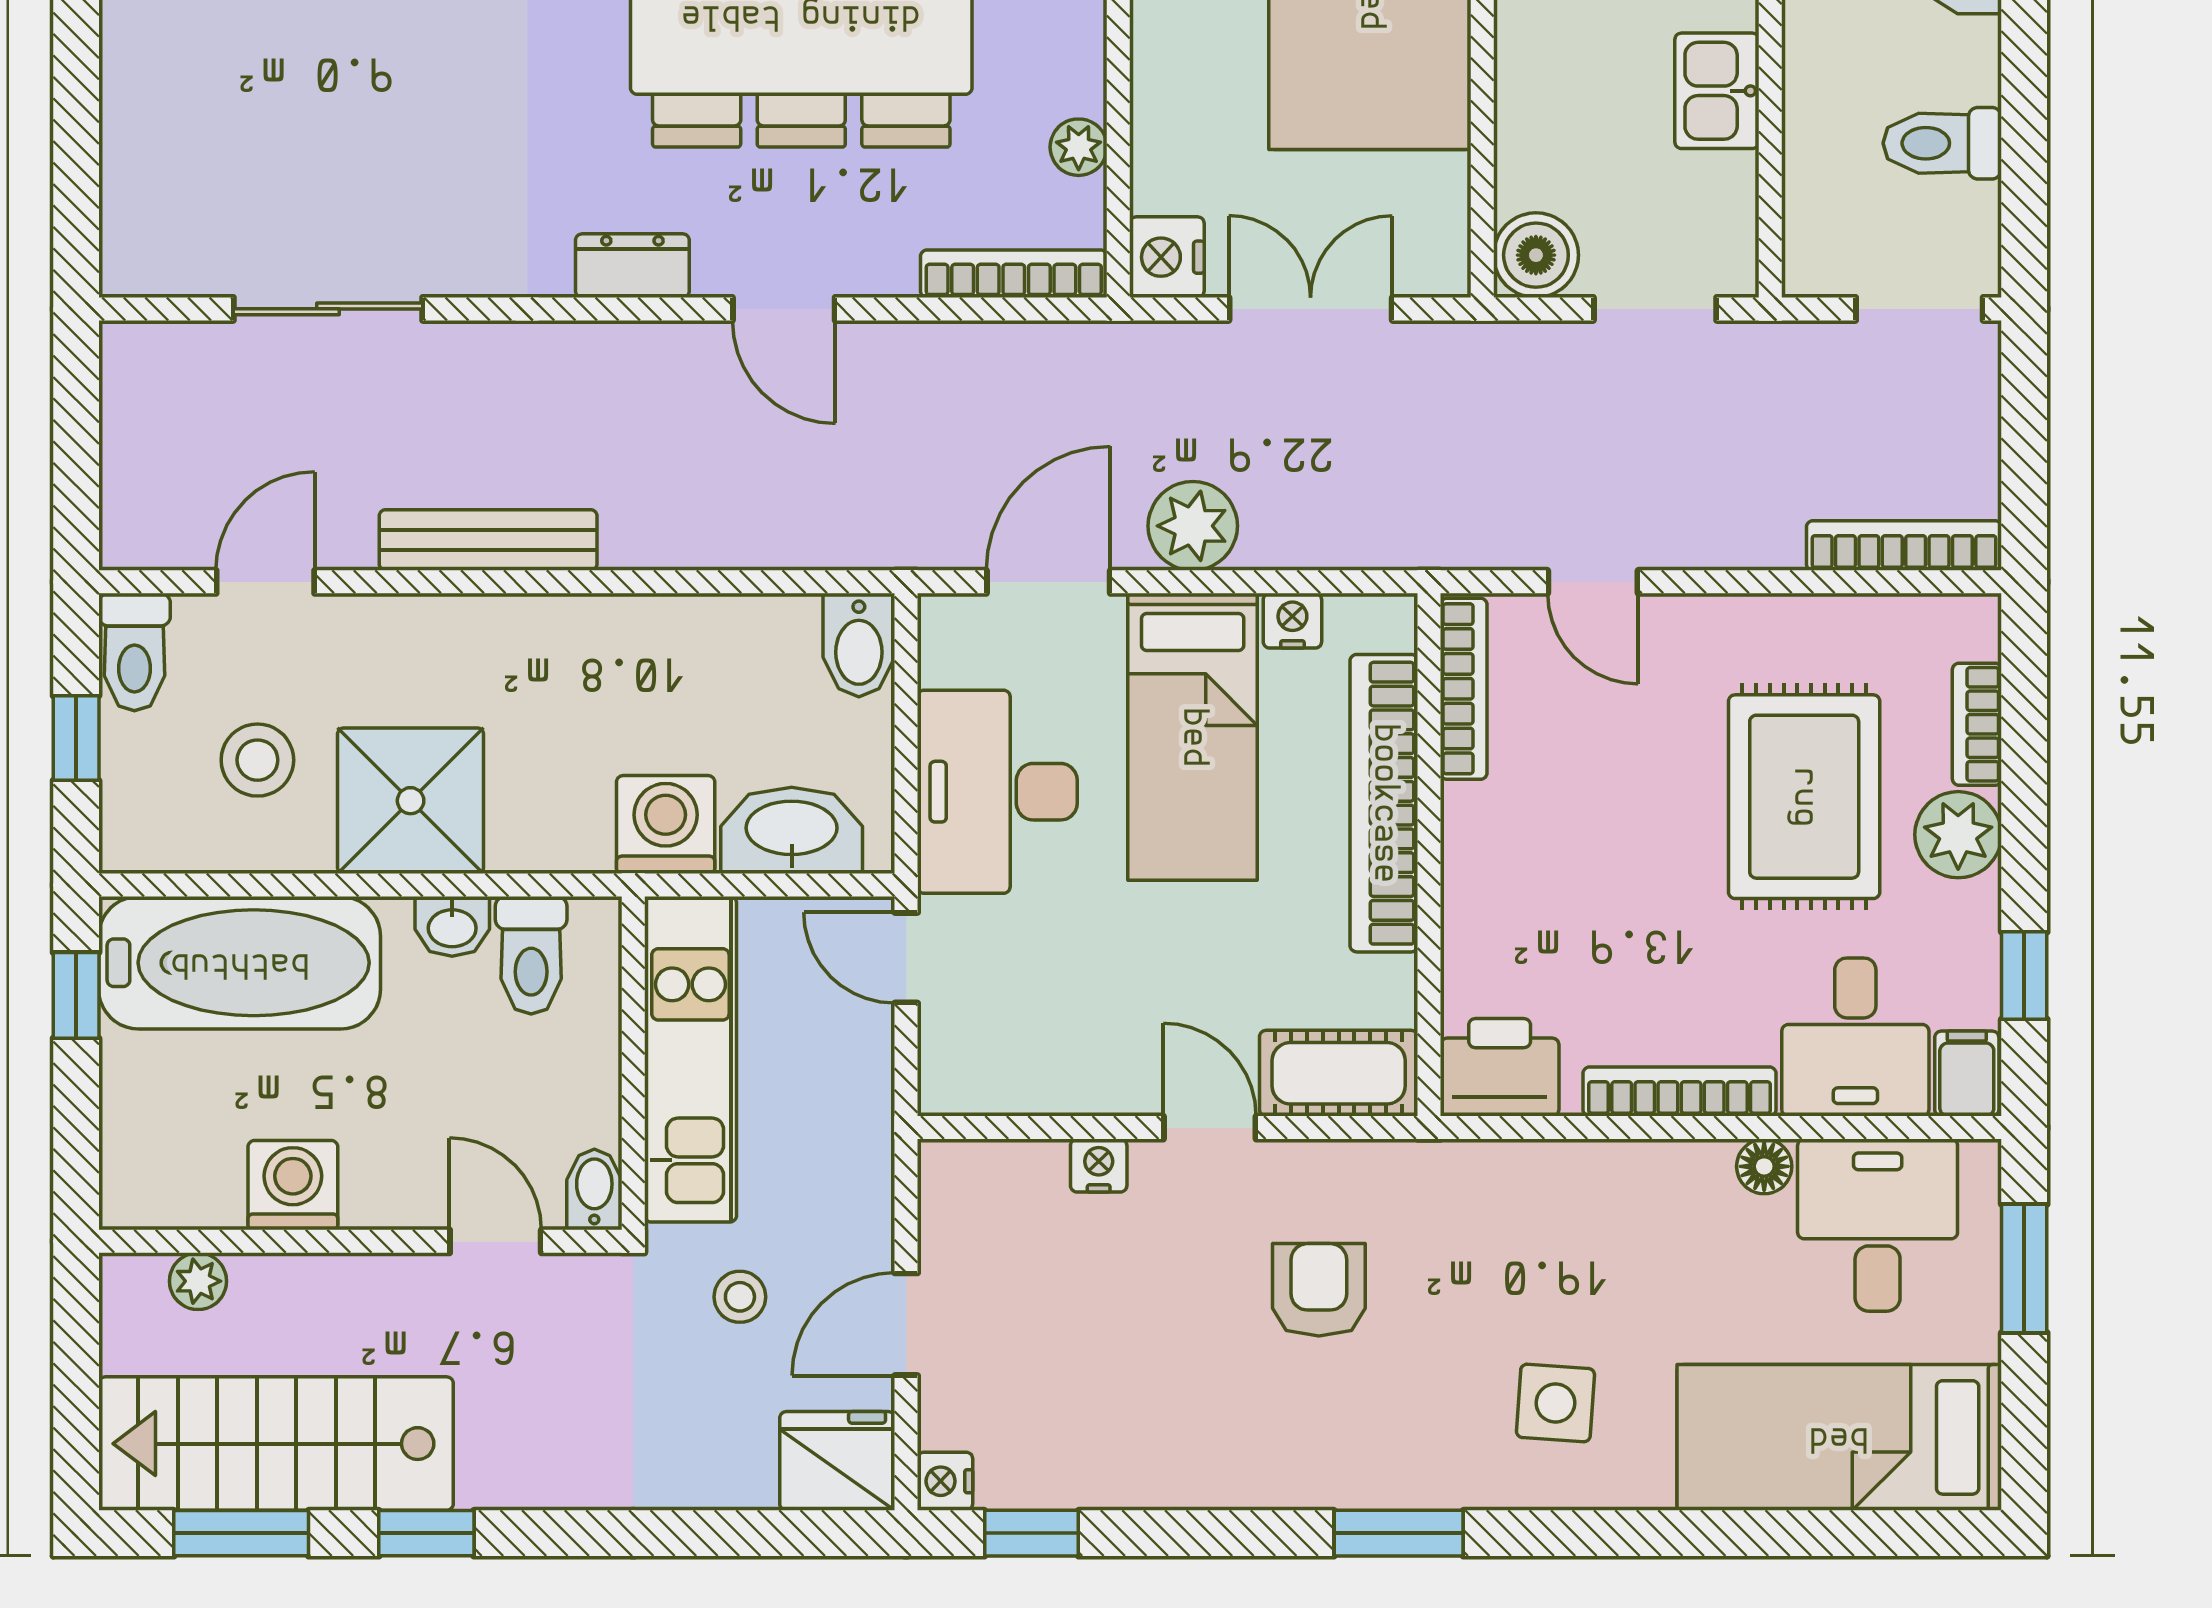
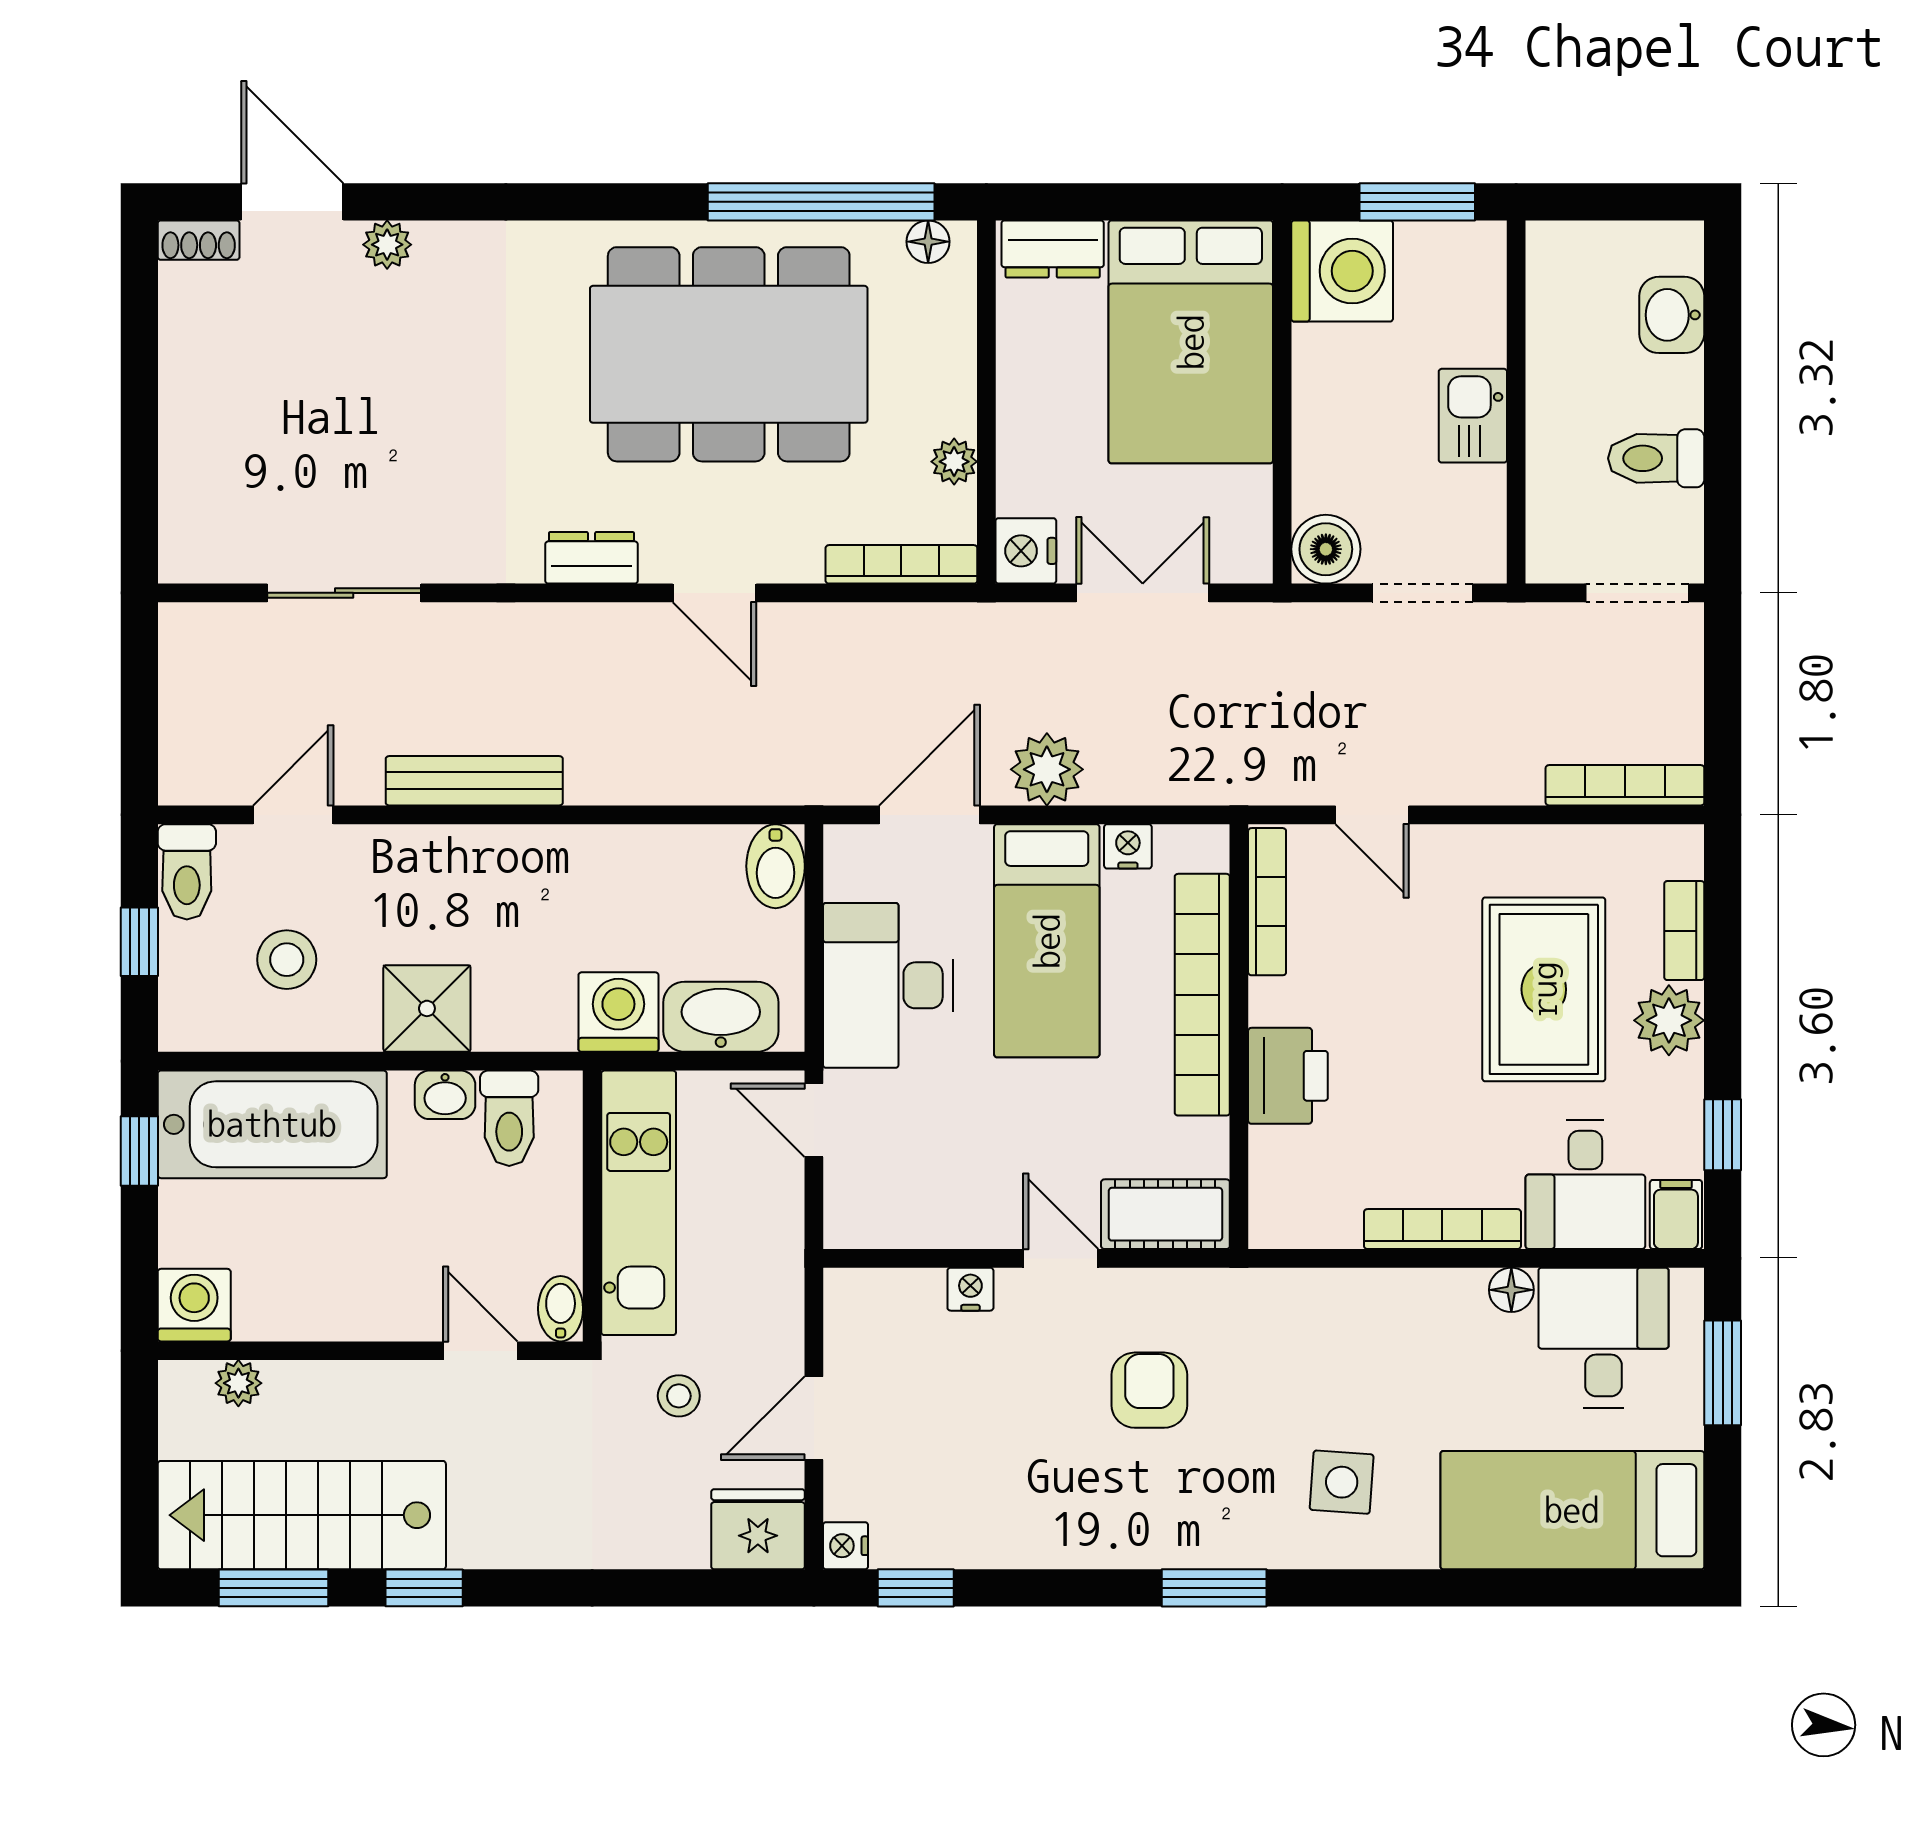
shower: (411, 801) -> (427, 1008), width x0.73, depth x0.73
printer: (1500, 1067) -> (1288, 1076), moved, turned 90
washing machine: (293, 1185) -> (194, 1305), moved

